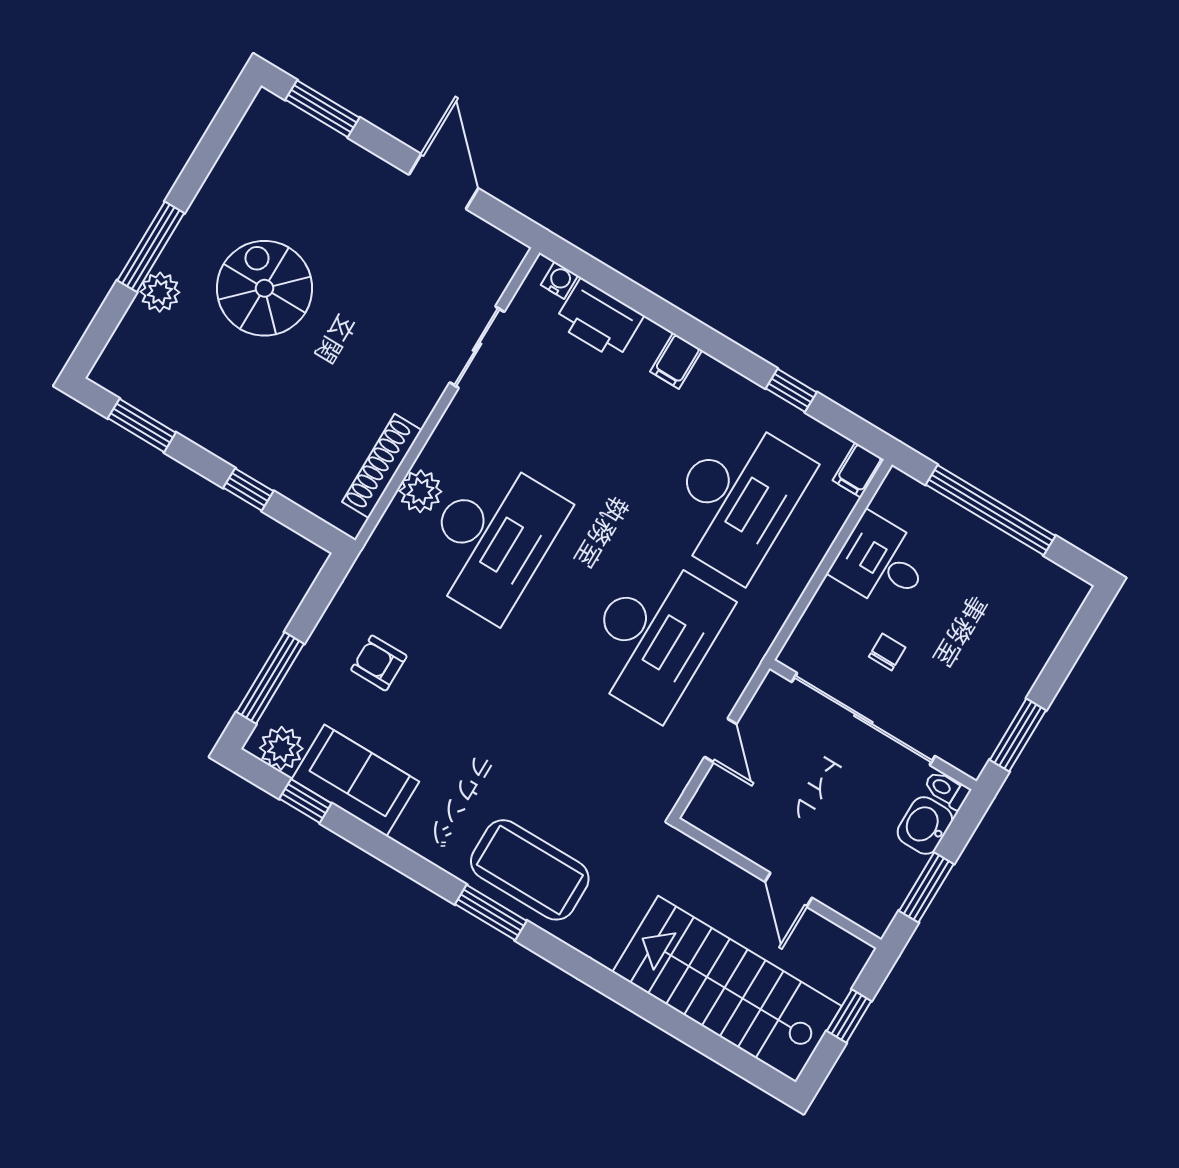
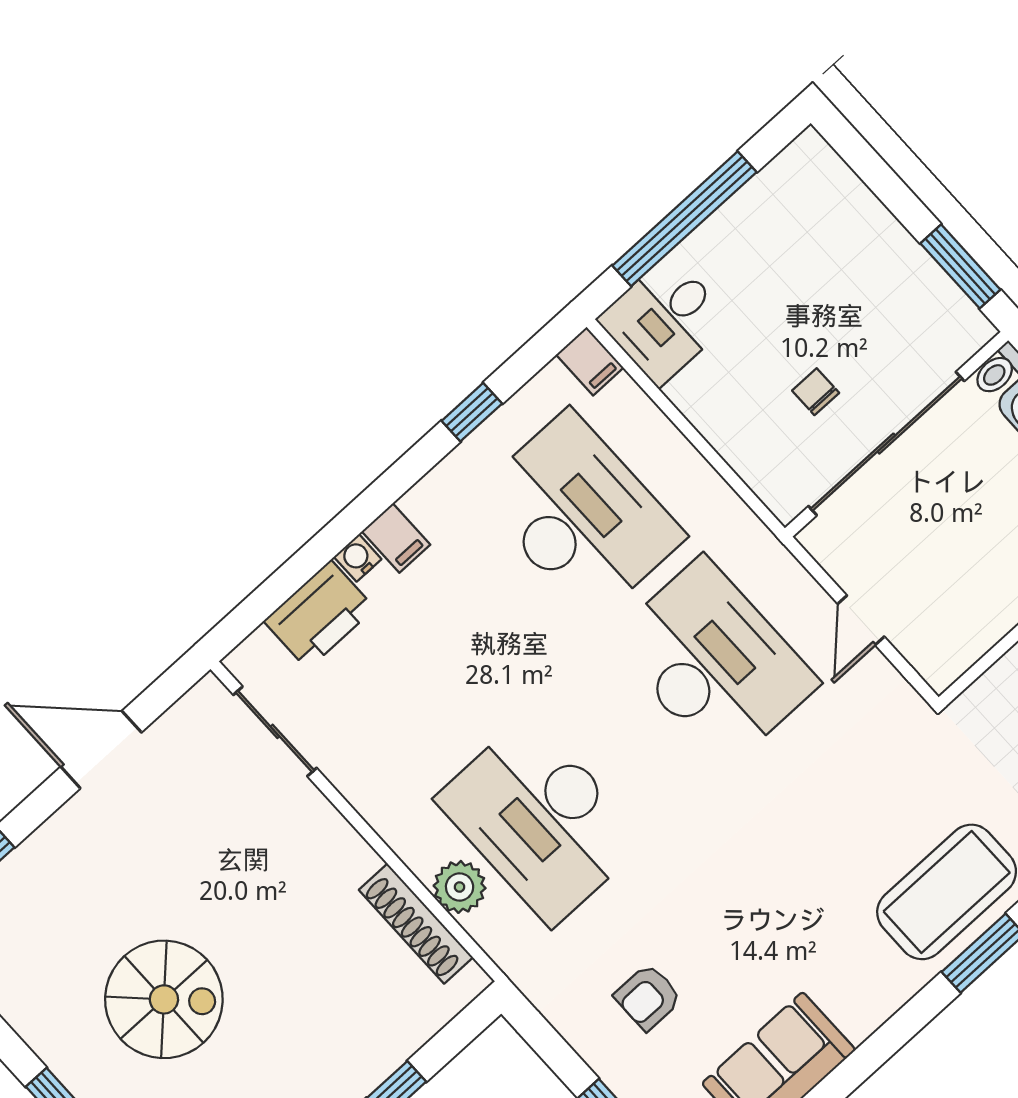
water cooler: (559, 280) -> (358, 558), moved
spiral stairs: (264, 288) -> (164, 999), turned 180
sliding door: (477, 347) -> (275, 731), moved
desk: (491, 539) -> (541, 820), turned 180
desk: (881, 562) -> (664, 320), moved
door: (721, 740) -> (861, 620), swing flipped

